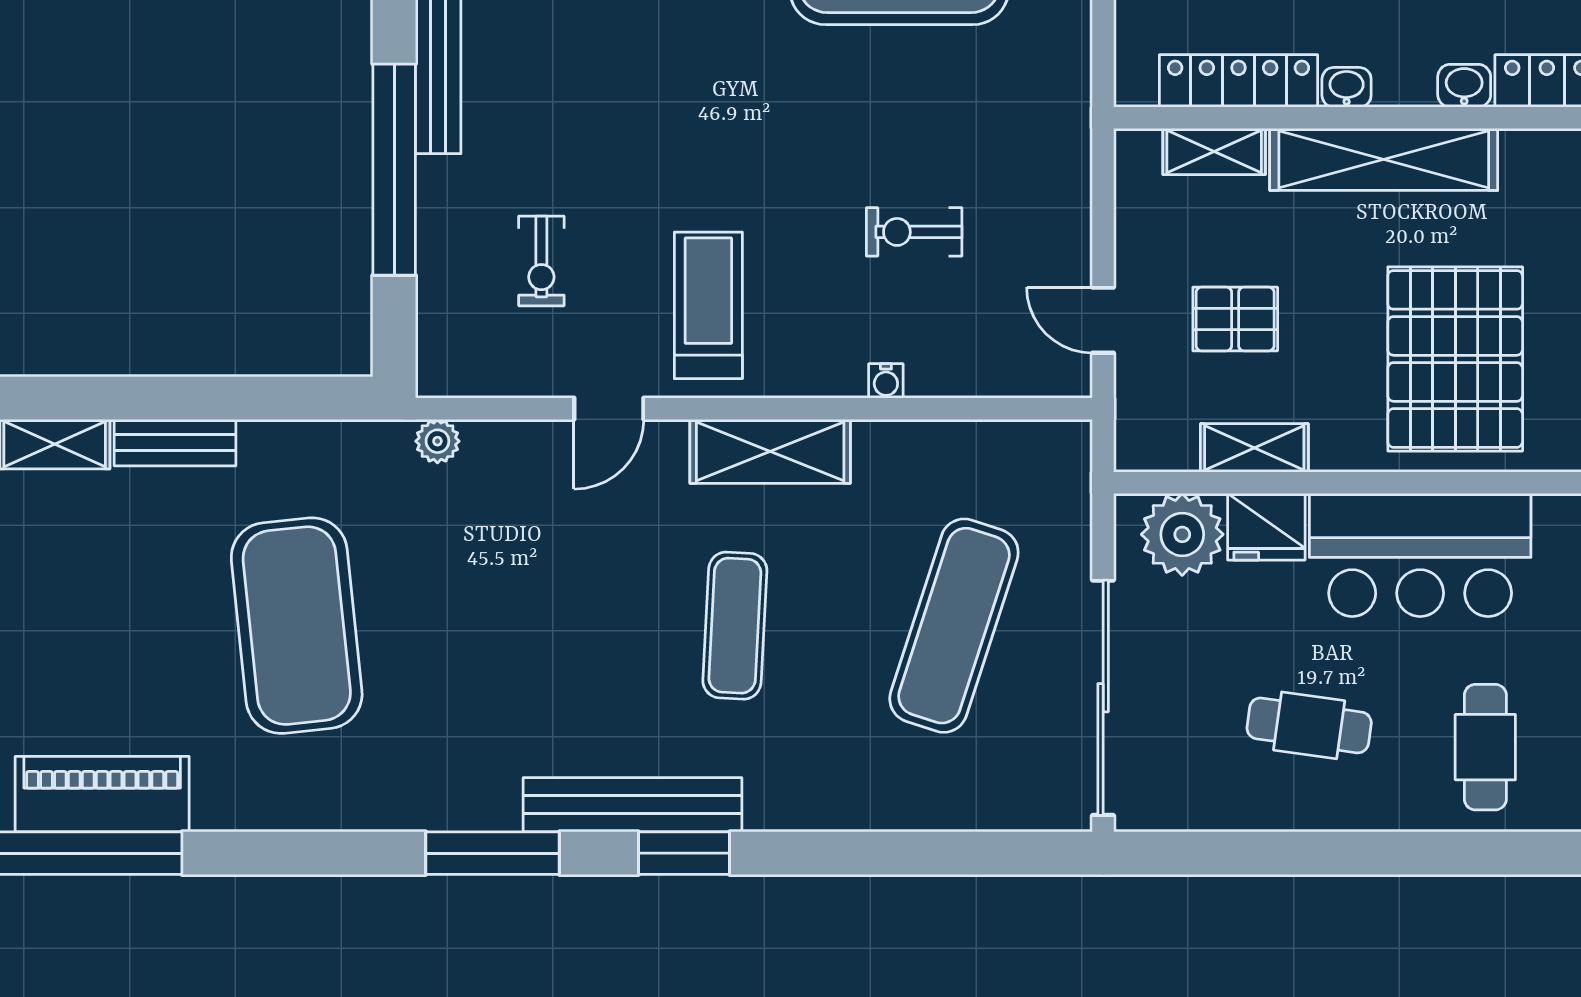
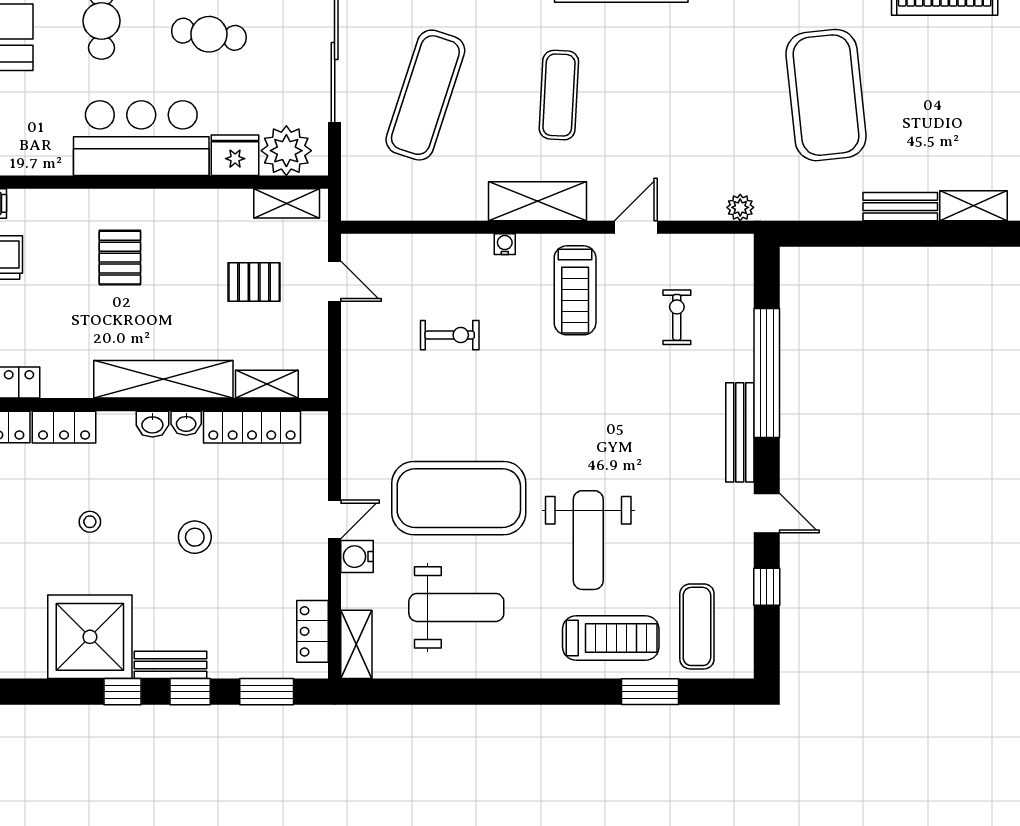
washbasin: (1464, 86) -> (152, 424), moved
pallet: (1455, 359) -> (120, 258), width x0.49, depth x0.50
water cooler: (886, 381) -> (505, 244), moved
shelving: (1254, 448) -> (287, 203), moved

